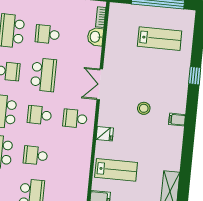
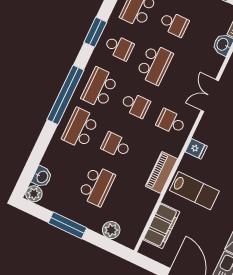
school desk: (47, 34) -> (174, 24), turned 180
school desk: (39, 115) -> (135, 105), turned 180
piano: (82, 165) -> (161, 173), added

